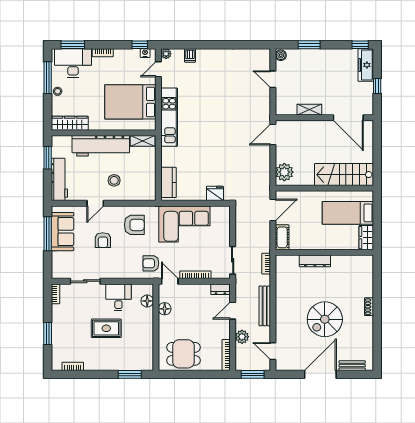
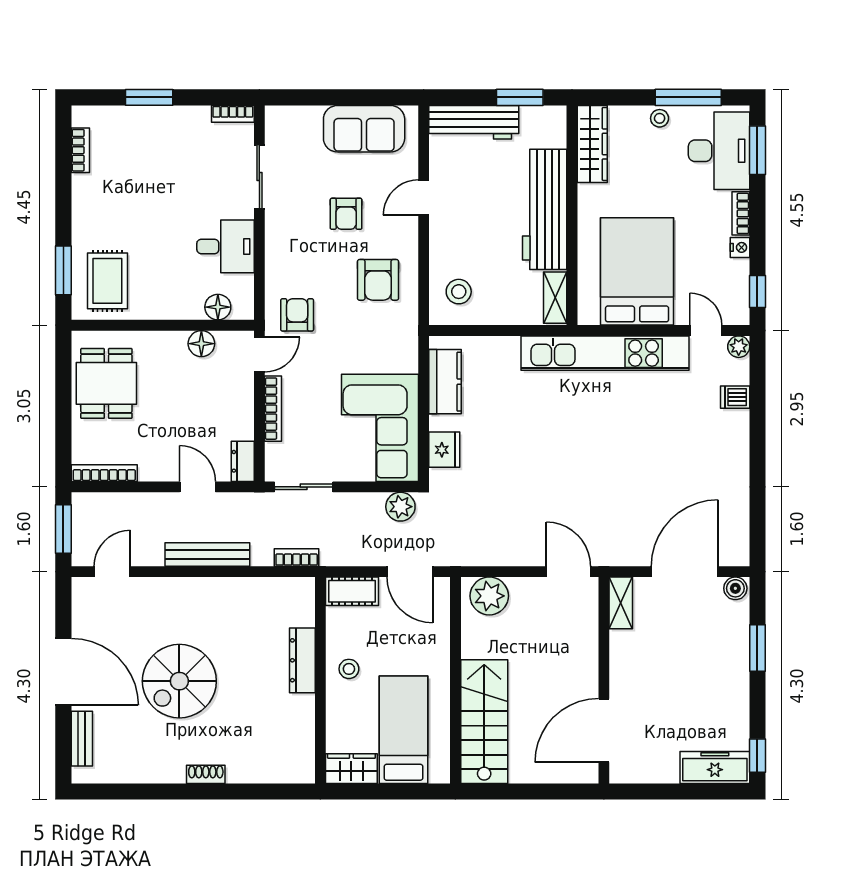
nightstand: (145, 53) -> (740, 247), moved
door: (273, 79) -> (685, 572), width x1.88
window: (377, 86) -> (671, 791), removed
shelving: (309, 110) -> (621, 603), moved
kitchen unit: (169, 117) -> (605, 353), width x1.36
stool: (114, 180) -> (459, 292), moved
kitchen counter: (168, 182) -> (445, 382), moved, turned -90
door: (95, 203) -> (424, 197), hinge flipped
corner sofa: (184, 224) -> (380, 428), moved
window: (48, 234) -> (359, 97), removed
stool: (319, 239) -> (349, 669), added
armchair: (103, 240) -> (346, 214), turned -90
spiral stairs: (325, 319) -> (179, 681), turned -90
rug: (106, 328) -> (107, 281), moved
plant: (242, 337) -> (400, 507), moved

